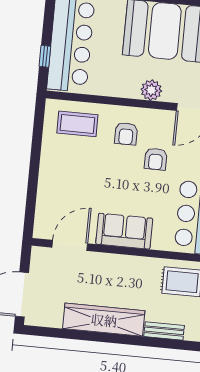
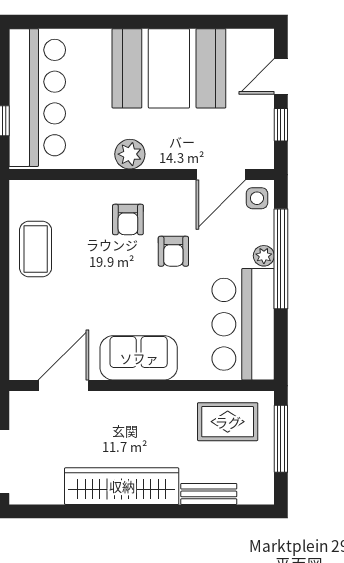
plant: (151, 90) -> (130, 154), moved
coffee table: (77, 124) -> (36, 249), moved, turned 90

